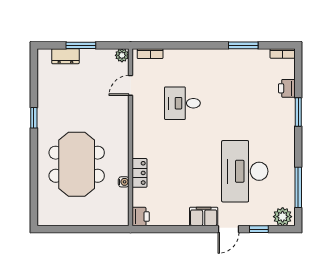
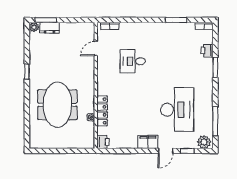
window: (81, 45) -> (46, 20), moved
plant: (122, 55) -> (34, 27), moved
desk: (245, 171) -> (177, 110), turned 180
locker: (139, 173) -> (102, 111), width x1.53

